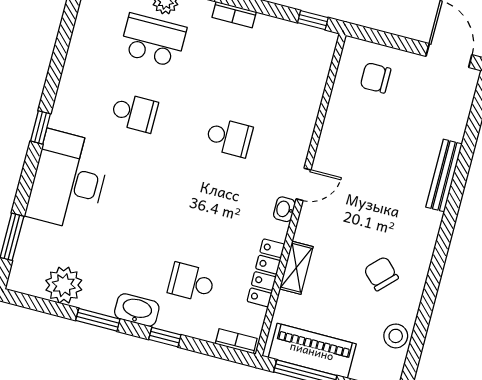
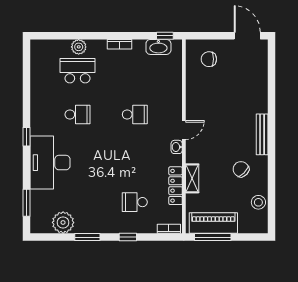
bench: (444, 175) -> (262, 134), moved
washbasin: (137, 310) -> (158, 47), moved, turned 180

